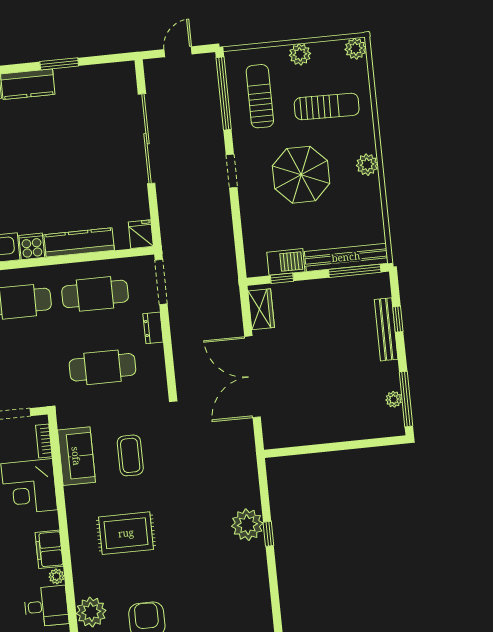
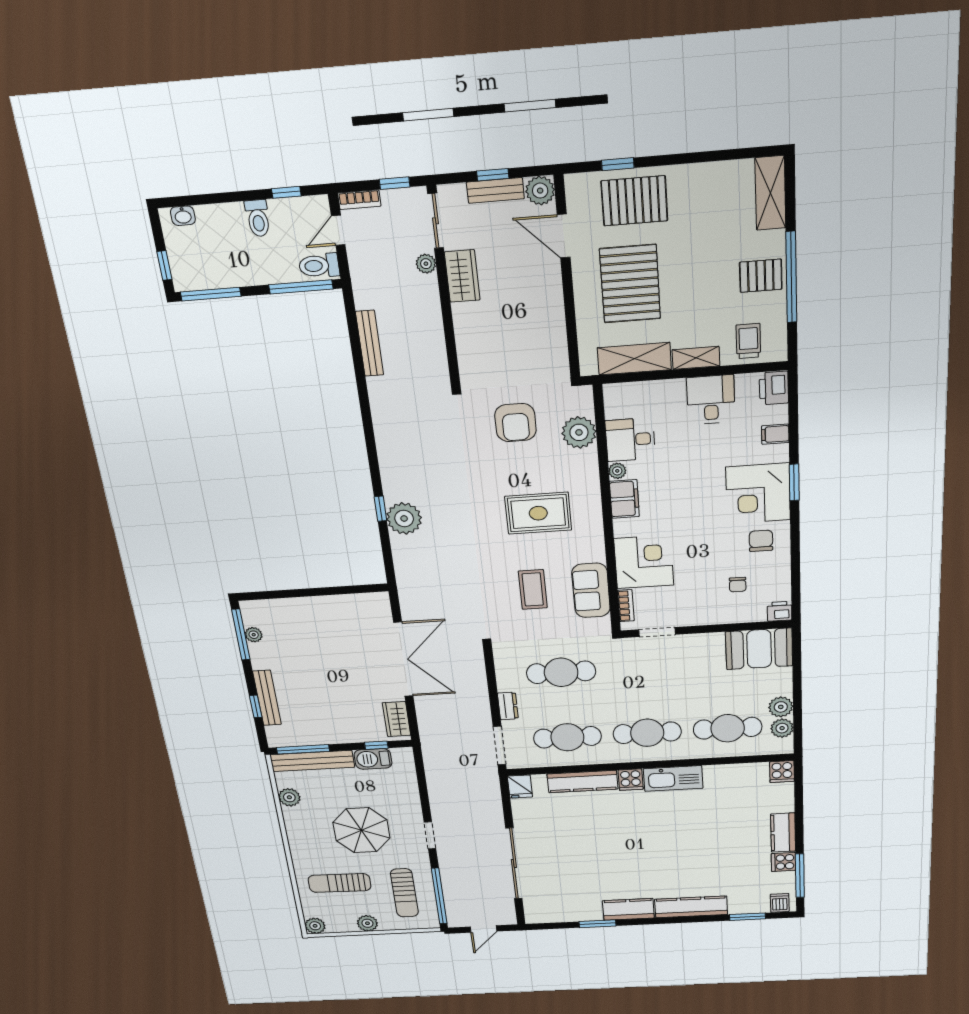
plant: (367, 165) -> (289, 797), moved

